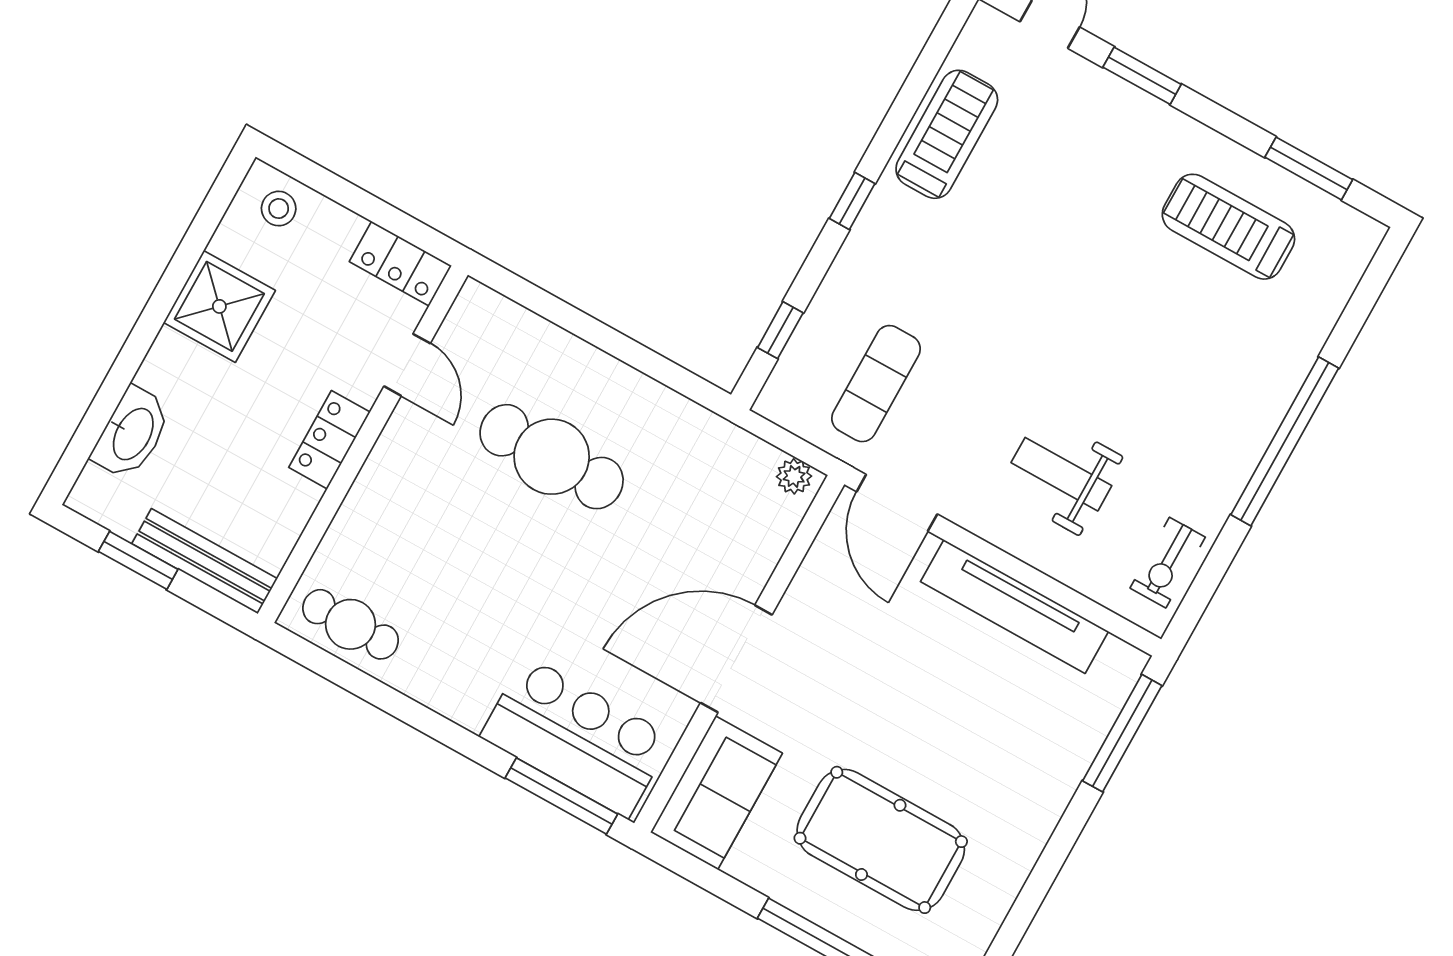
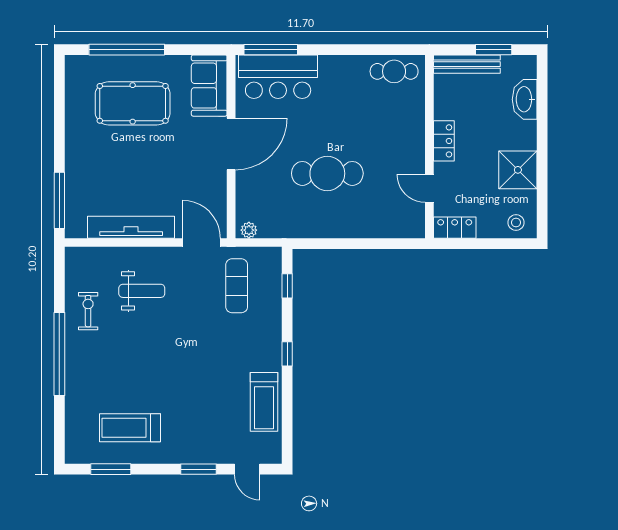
treadmill: (1228, 227) -> (130, 428), turned 180
cafe table: (552, 457) -> (327, 173), moved
exercise bike: (1168, 563) -> (88, 311), moved

